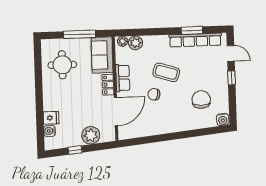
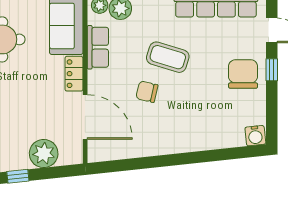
row of seats: (123, 78) -> (98, 47), moved
chair: (201, 100) -> (243, 74), moved
door: (116, 112) -> (85, 117), hinge flipped

